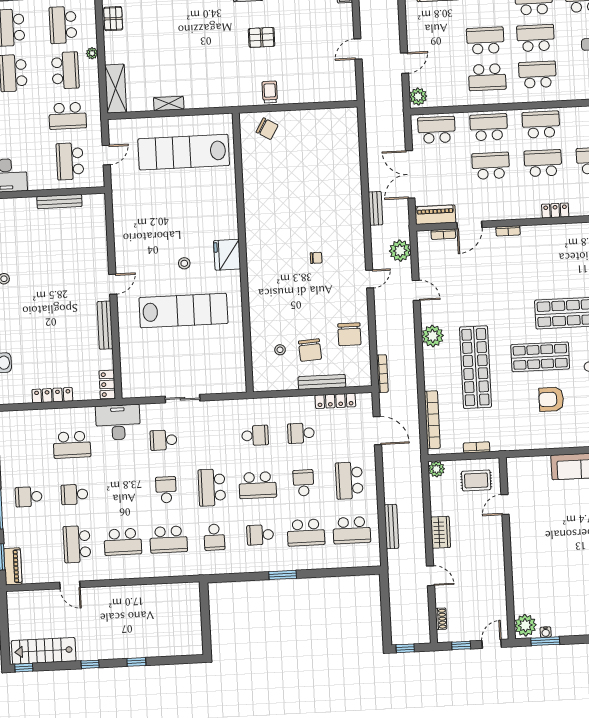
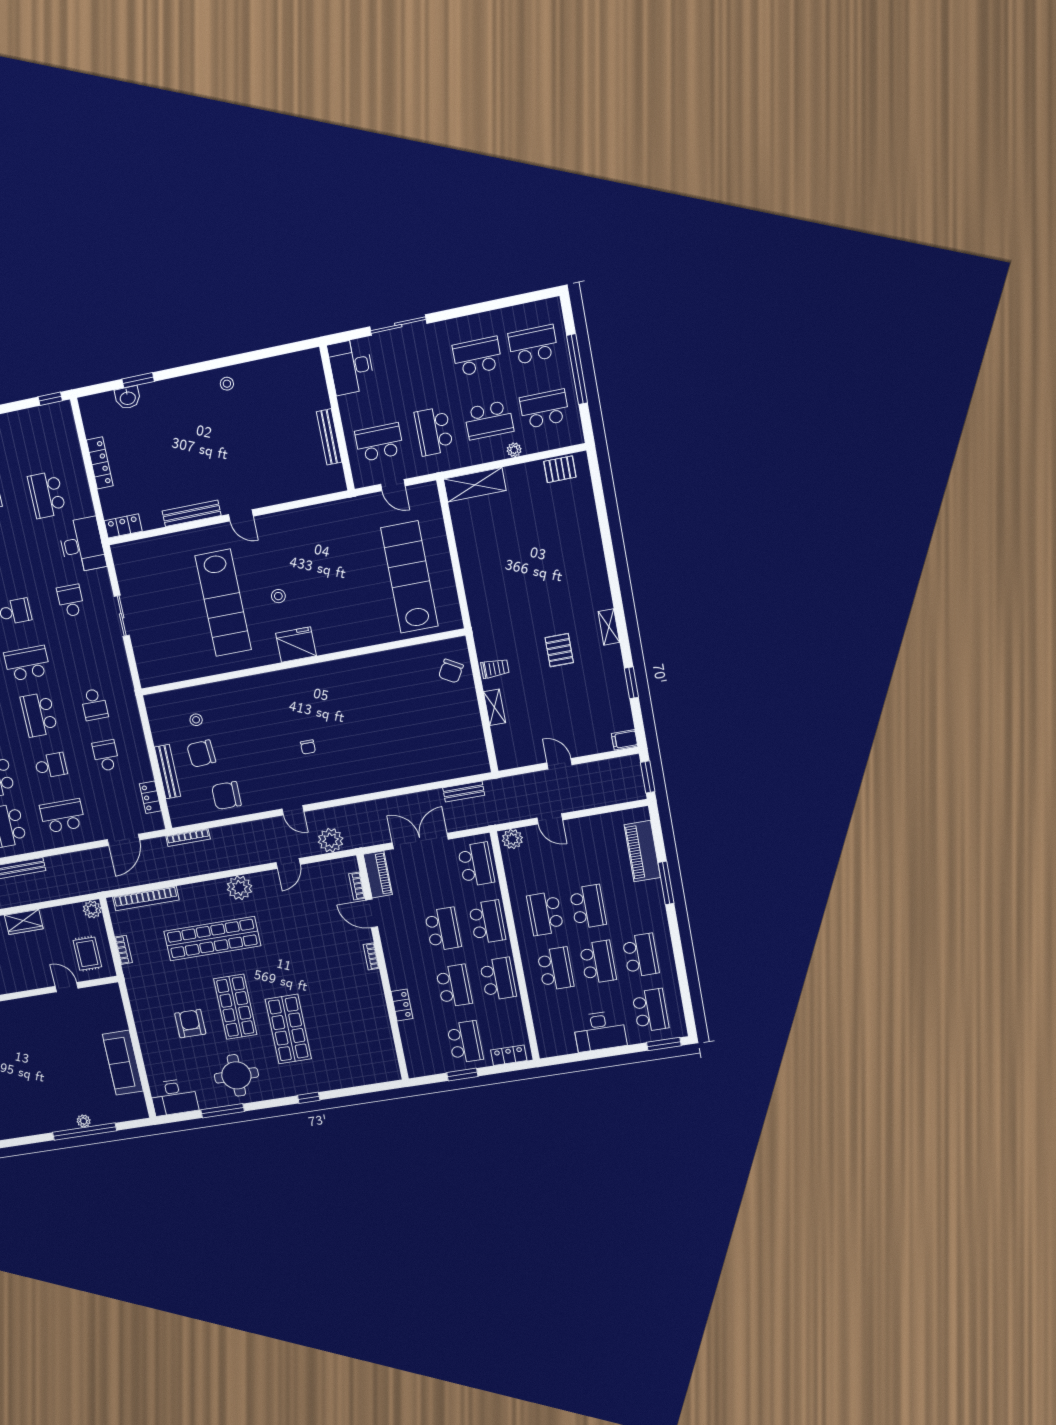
shelving: (169, 103) -> (495, 707), moved
bench: (376, 208) -> (464, 792), moved
locker: (335, 401) -> (150, 797), width x0.66

